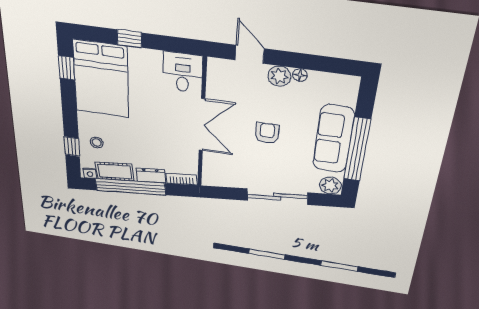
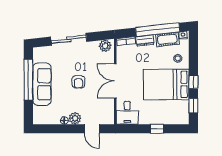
bed: (101, 79) -> (166, 84), moved, turned -90
window: (72, 147) -> (193, 82), moved
plant: (330, 185) -> (105, 46), moved

